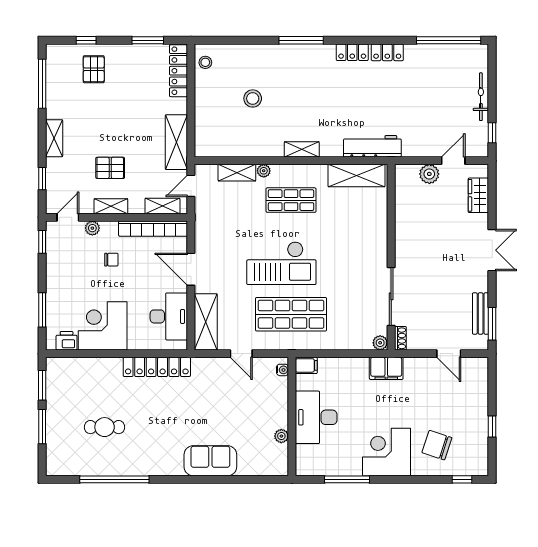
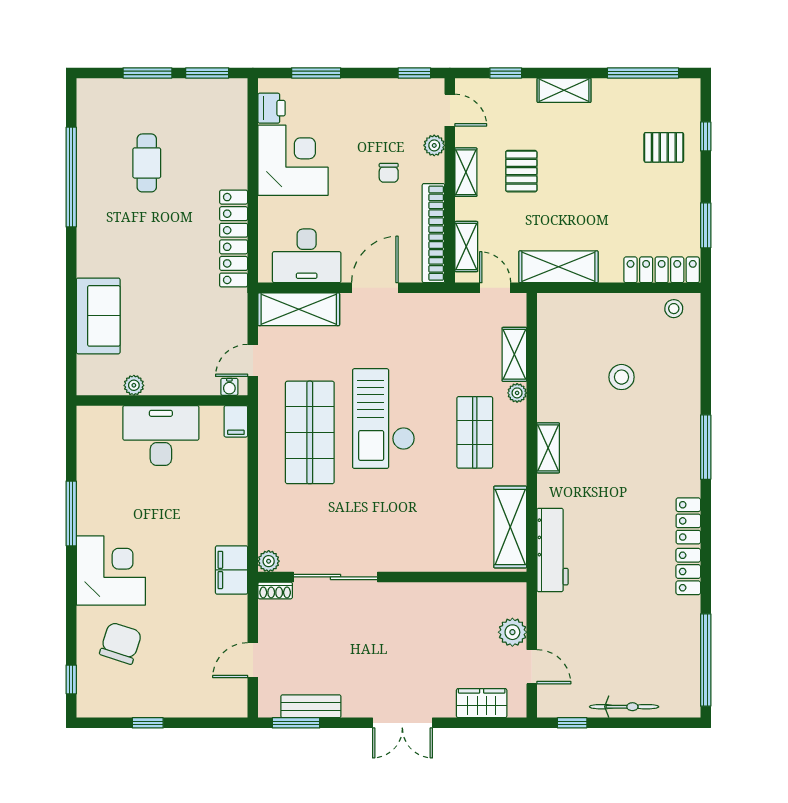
filing cabinet: (306, 365) -> (236, 421), moved
water cooler: (282, 370) -> (229, 387), moved
wall: (292, 417) -> (162, 400), moved
desk: (316, 417) -> (161, 435), moved
plant: (281, 436) -> (134, 385), moved

